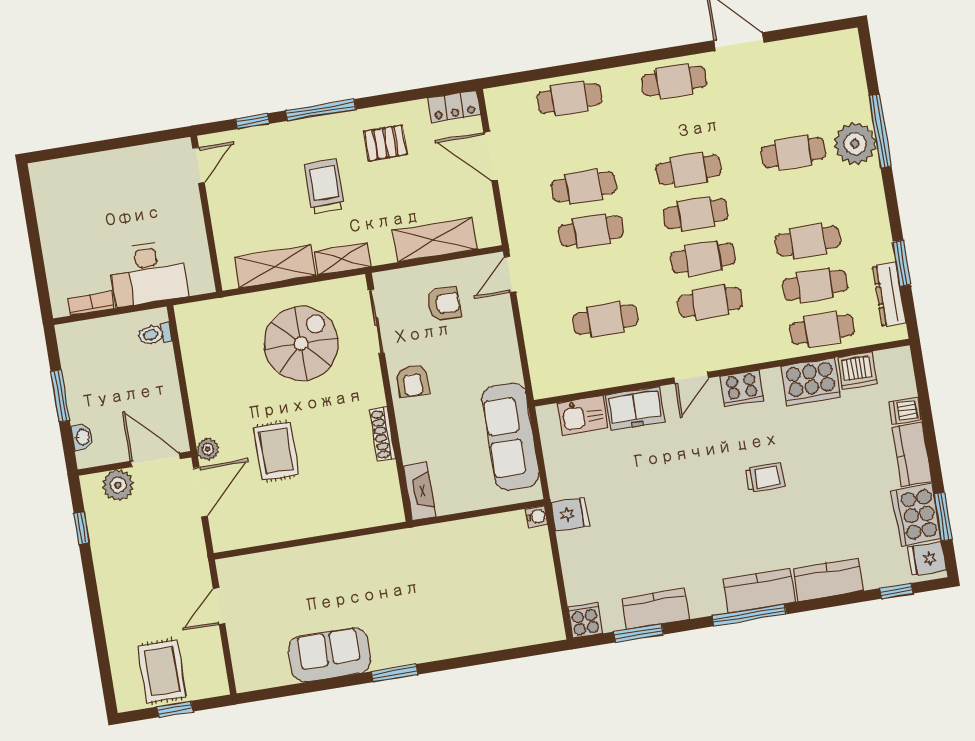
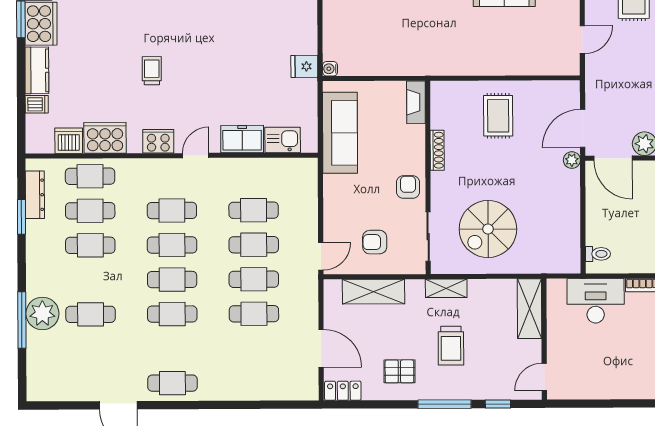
cafe table: (569, 98) -> (254, 245), moved
shelving: (275, 266) -> (530, 309), moved, turned 90
rug: (276, 451) -> (498, 116), moved
trolley: (765, 478) -> (152, 71), turned 90

